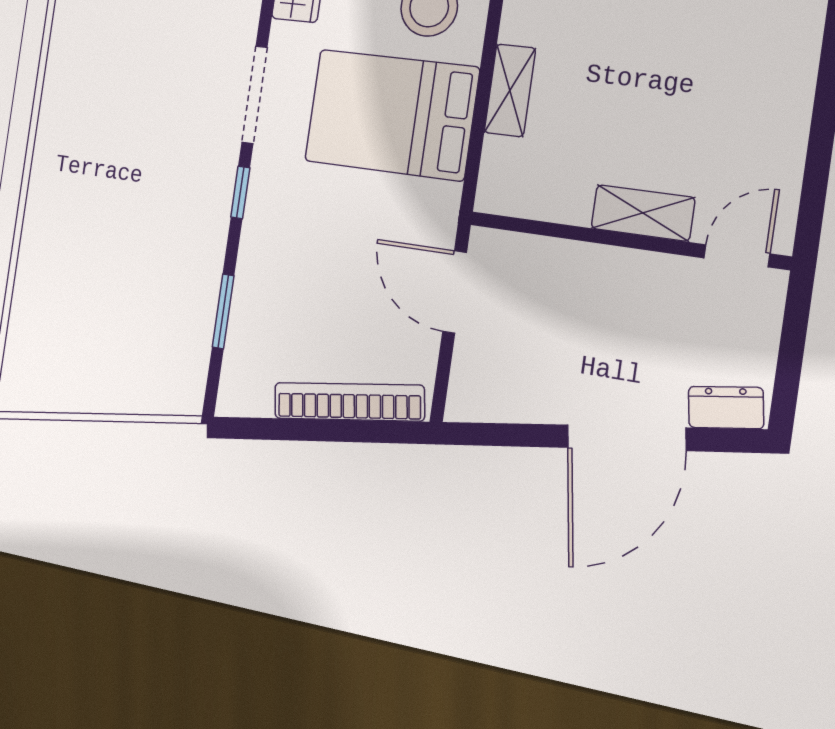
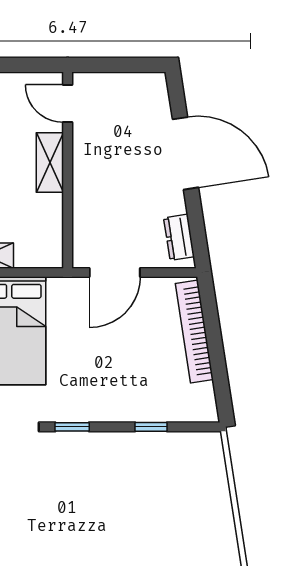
window: (223, 311) -> (151, 427), width x0.67
dresser: (726, 408) -> (179, 237), moved

